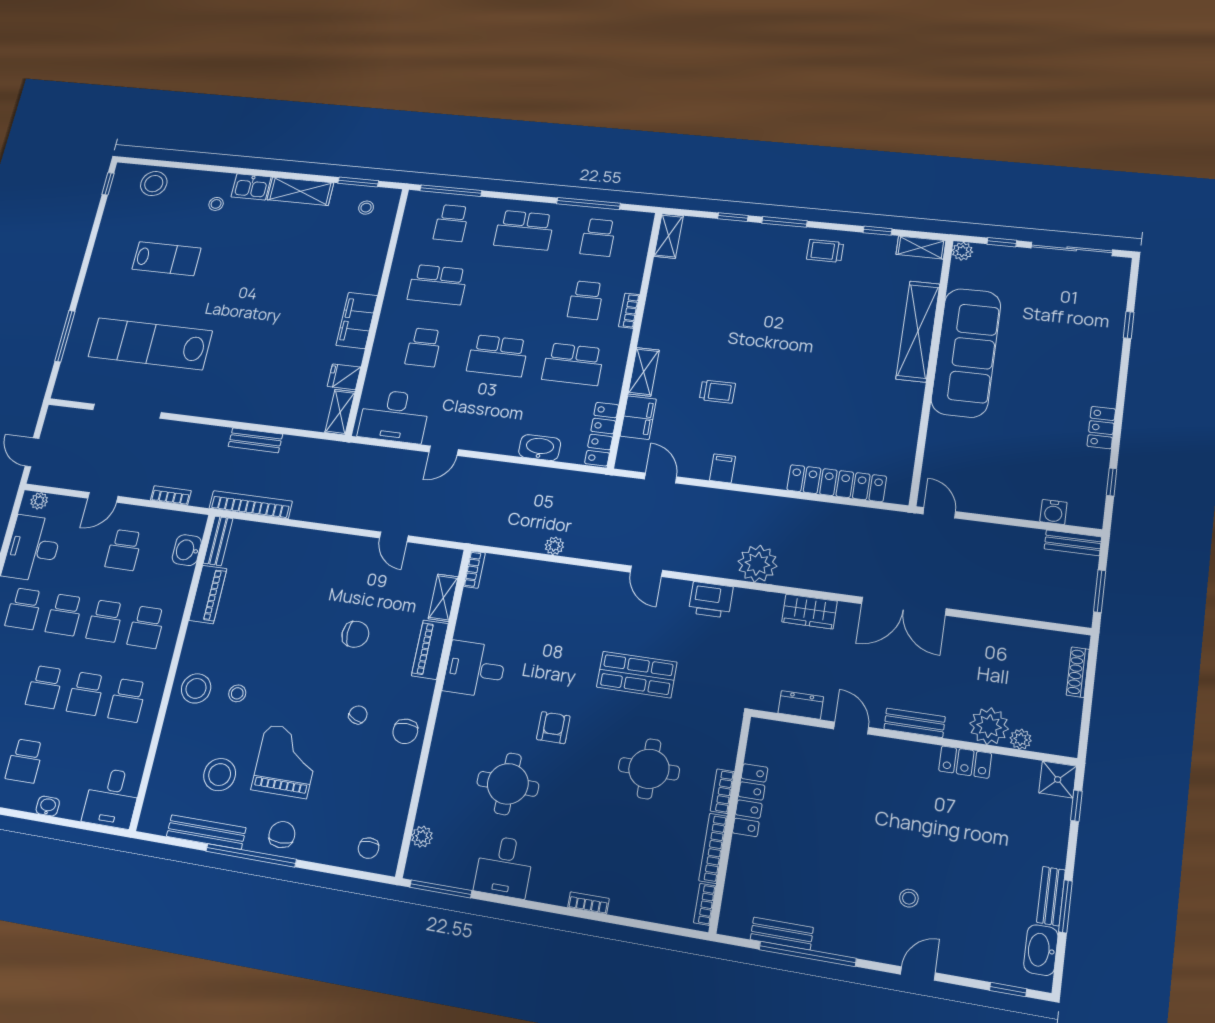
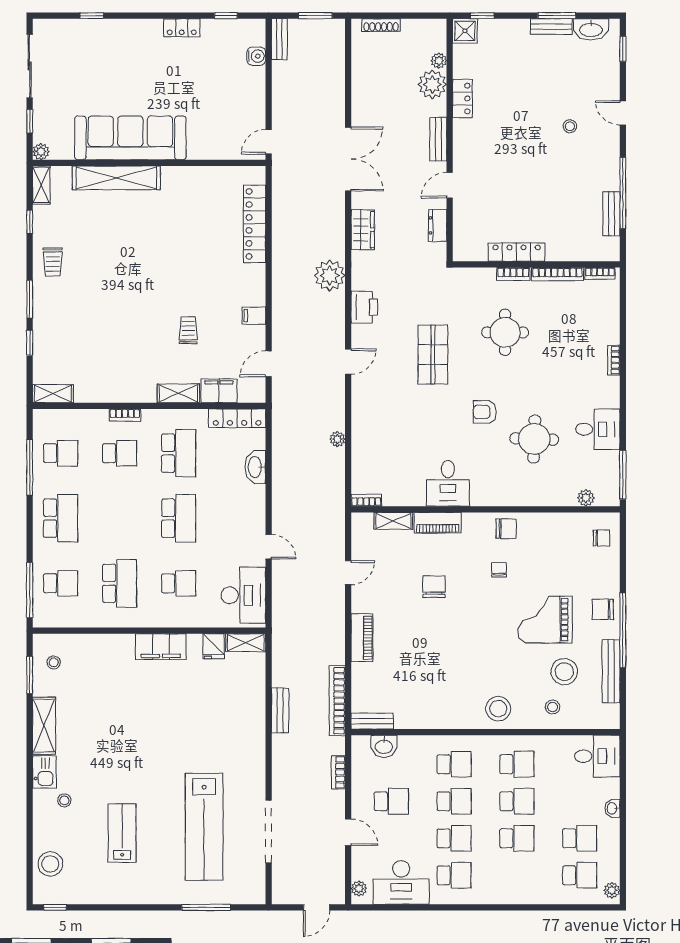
piano: (208, 594) -> (362, 638), moved, turned 90
stool: (237, 693) -> (553, 707), moved
chair: (358, 715) -> (499, 570), turned 66

